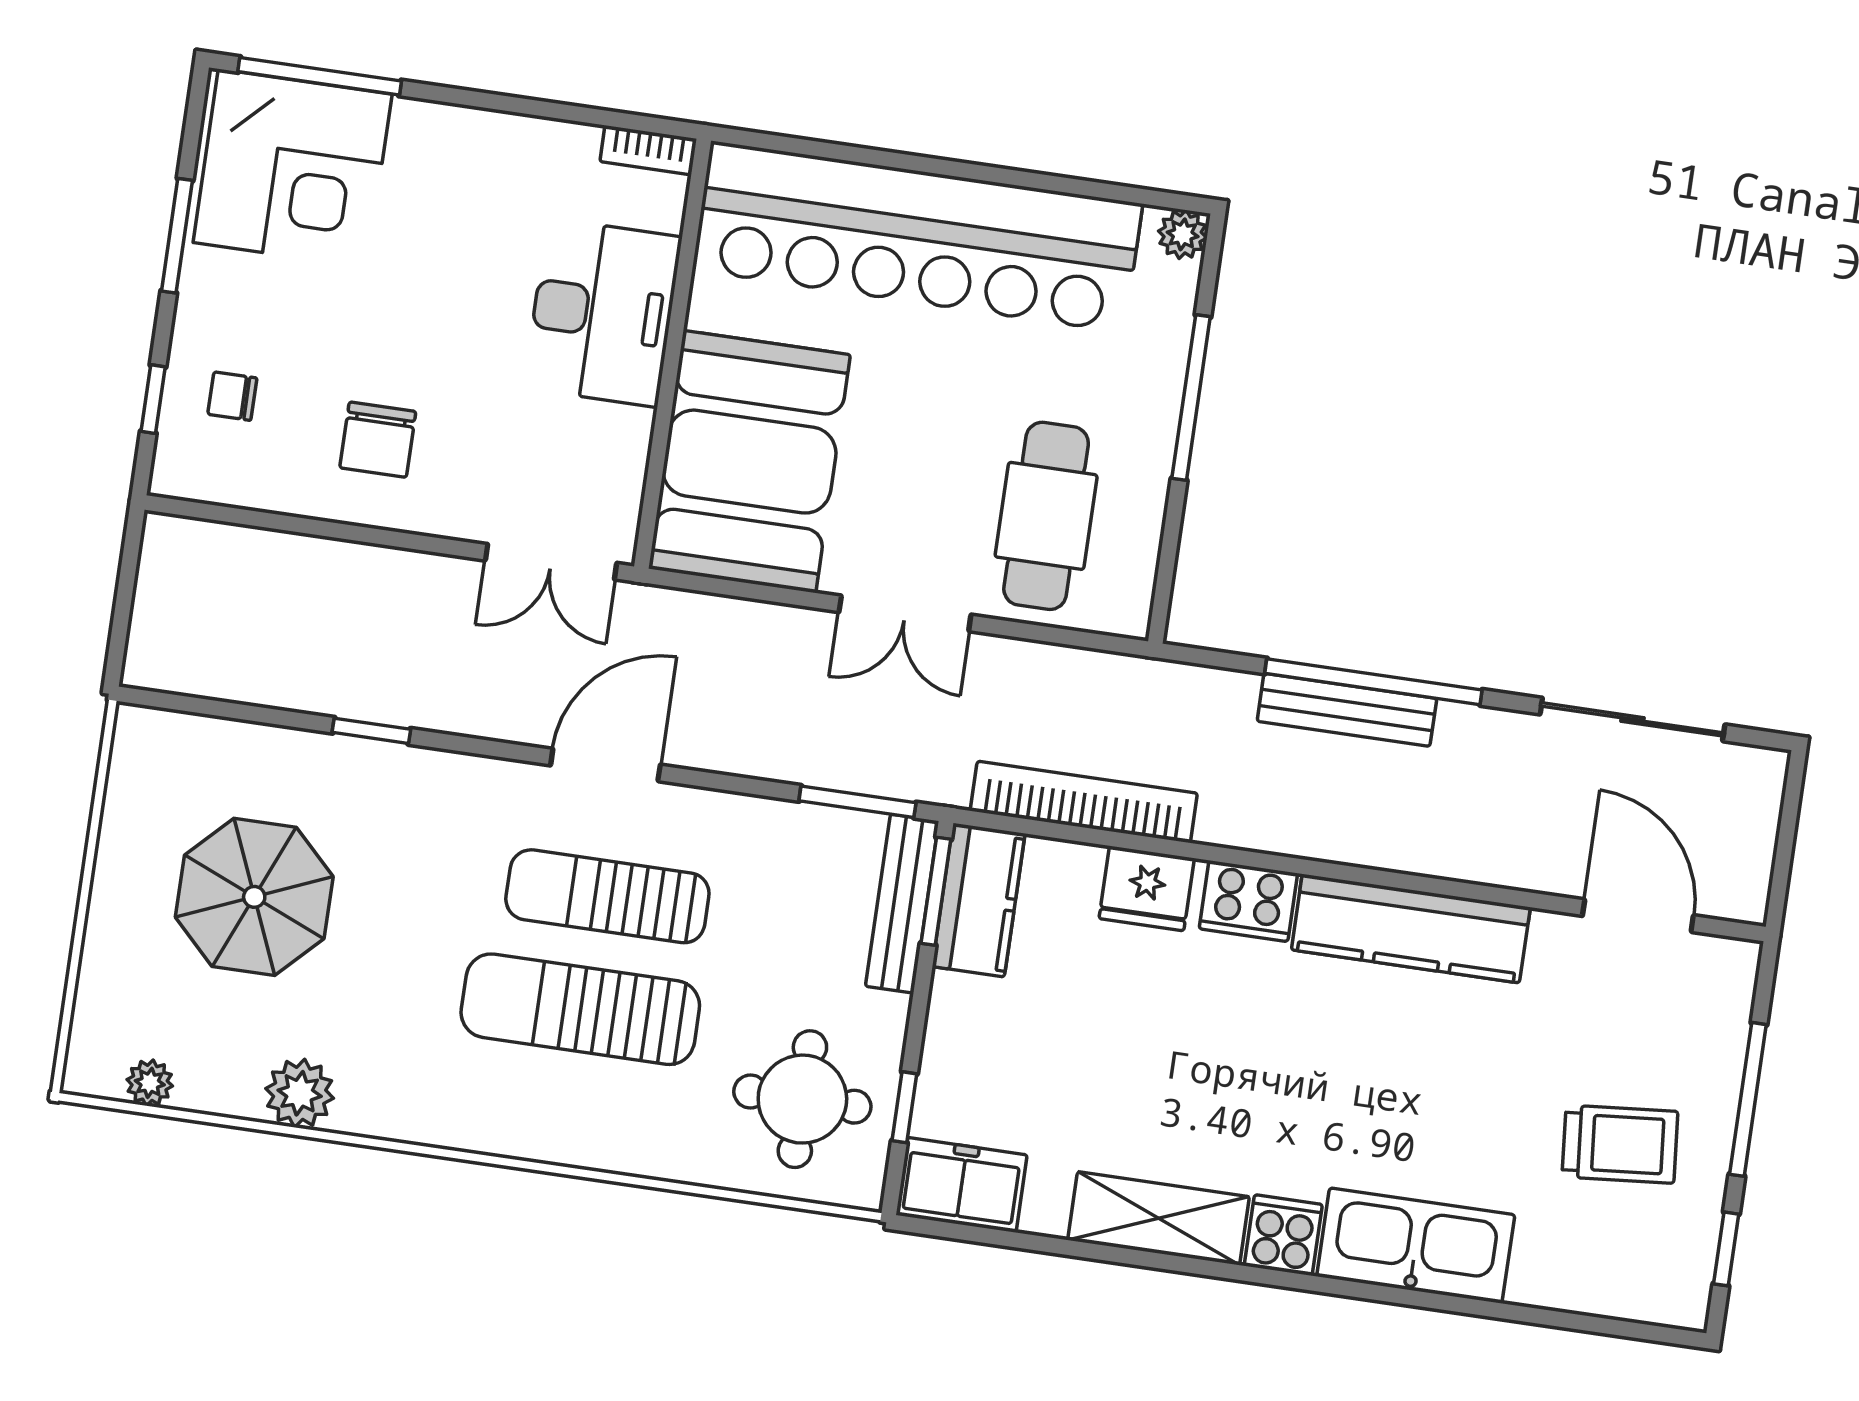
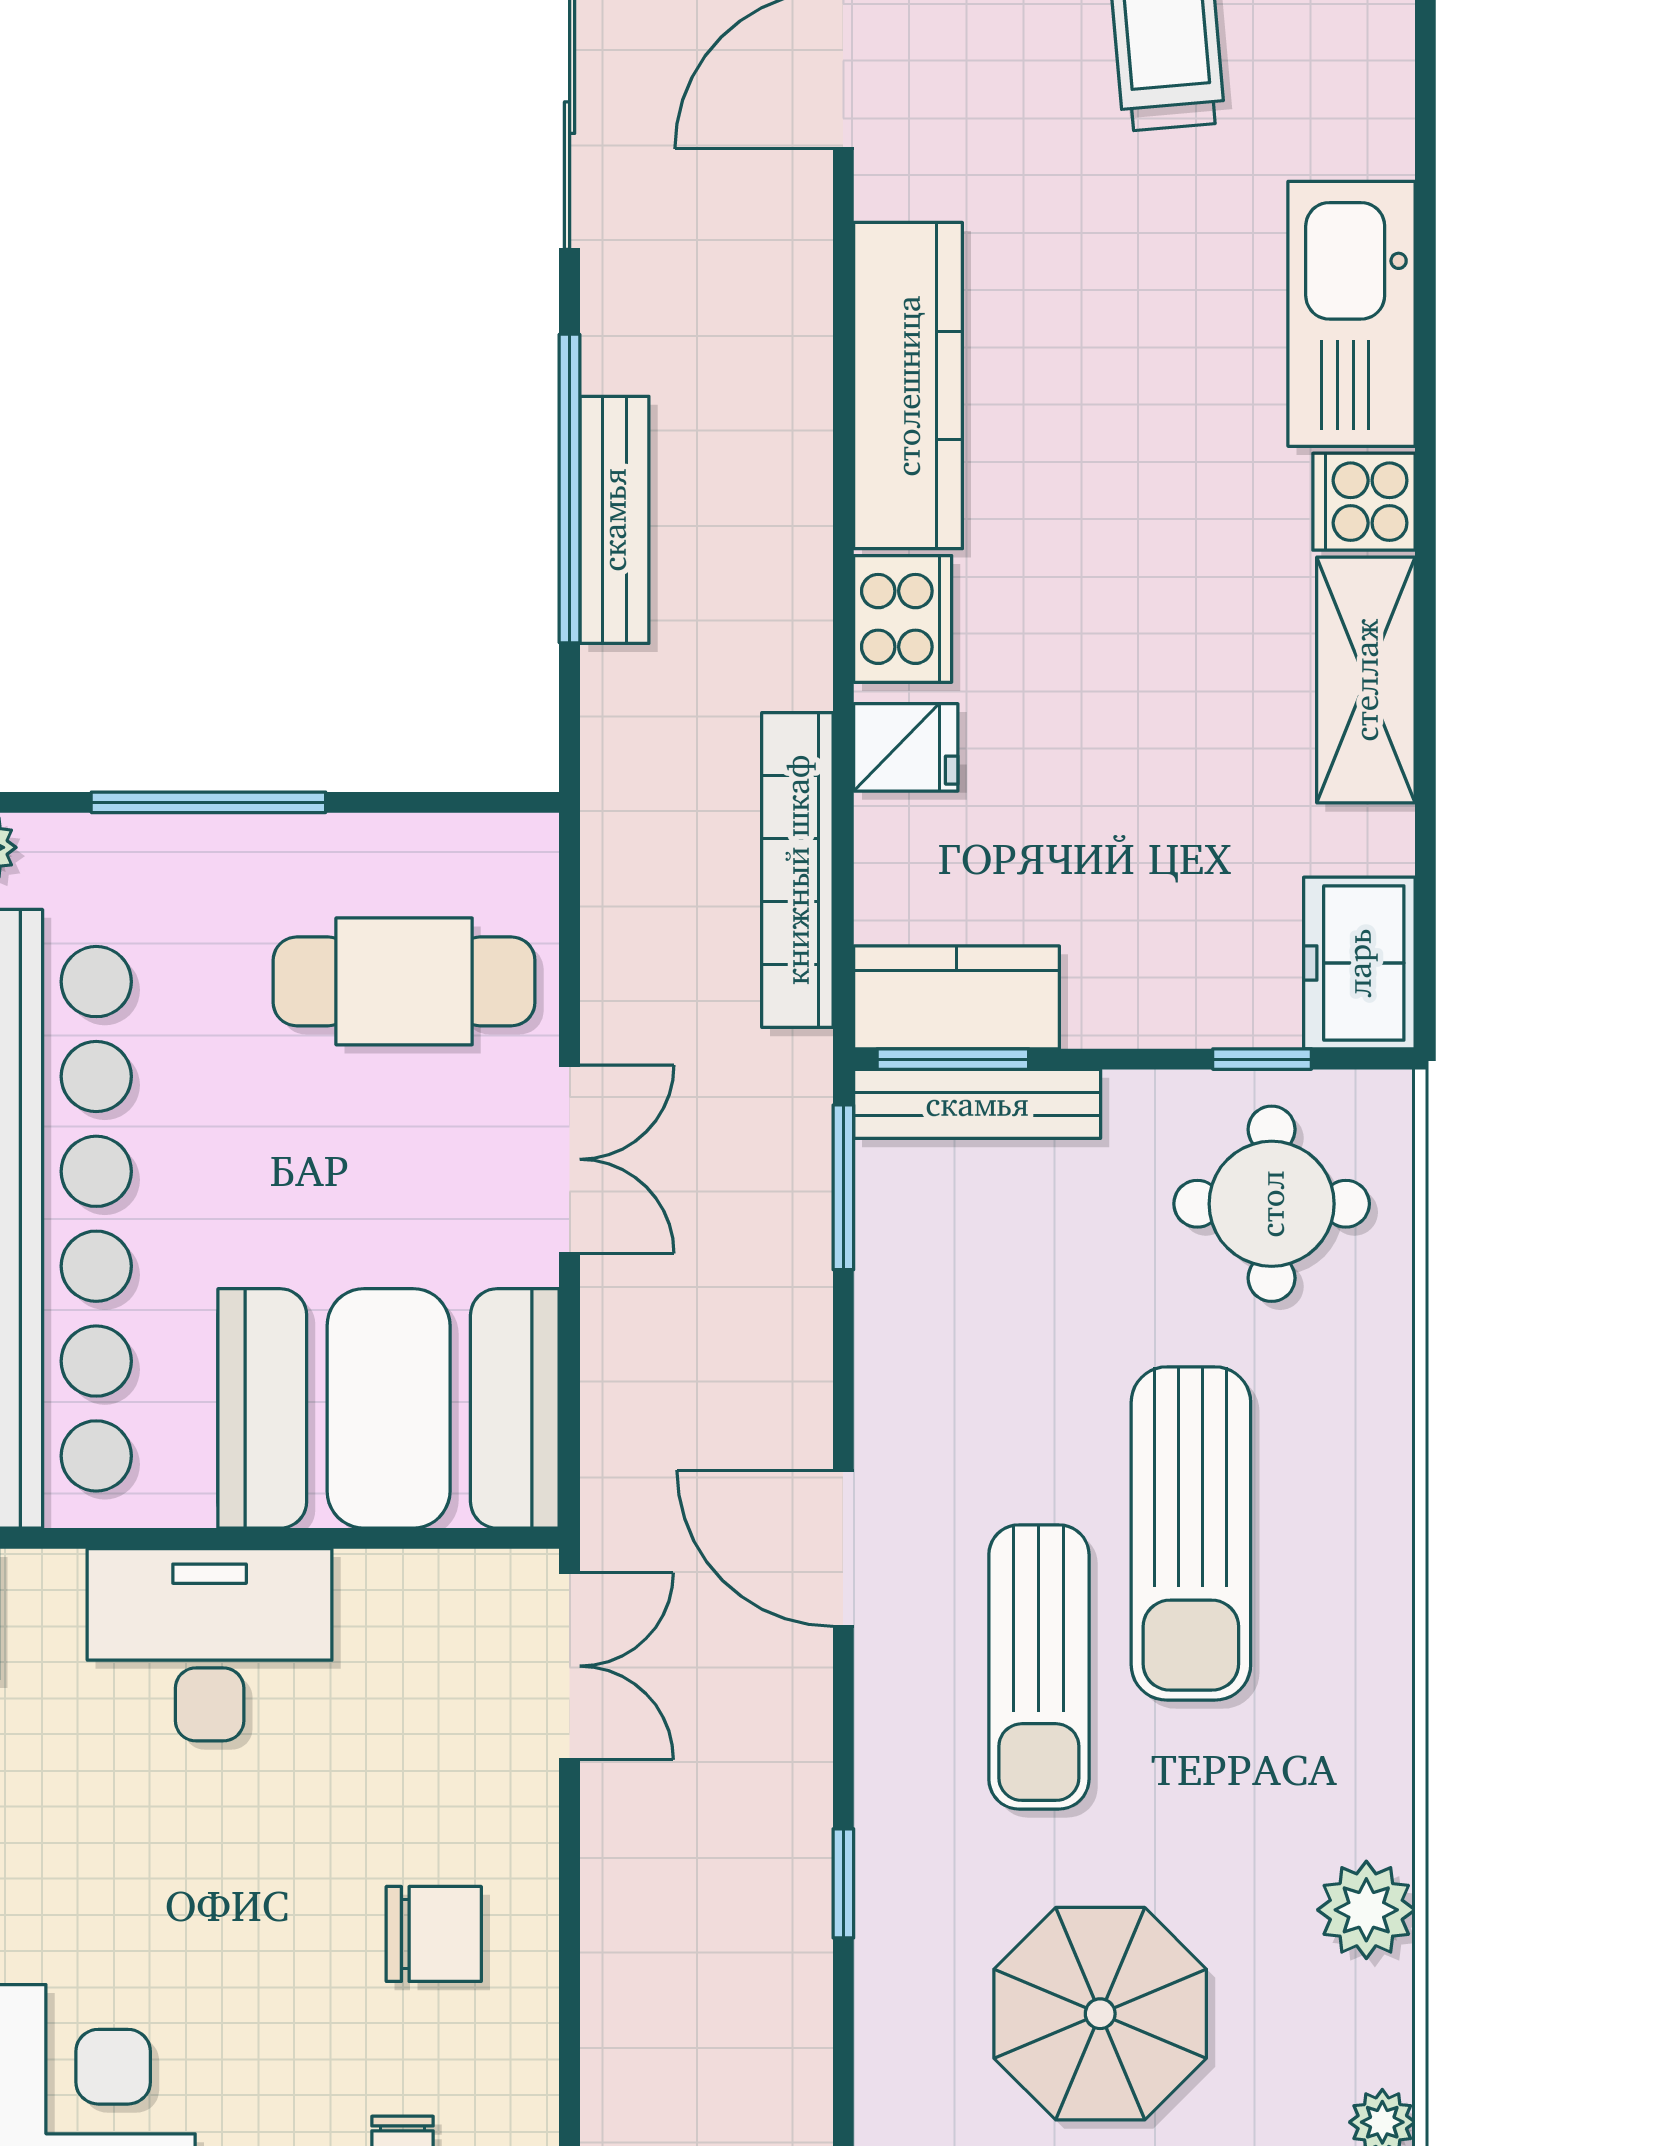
fridge: (1147, 888) -> (906, 747), width x0.72
sun lounger: (607, 896) -> (1039, 1667), moved

